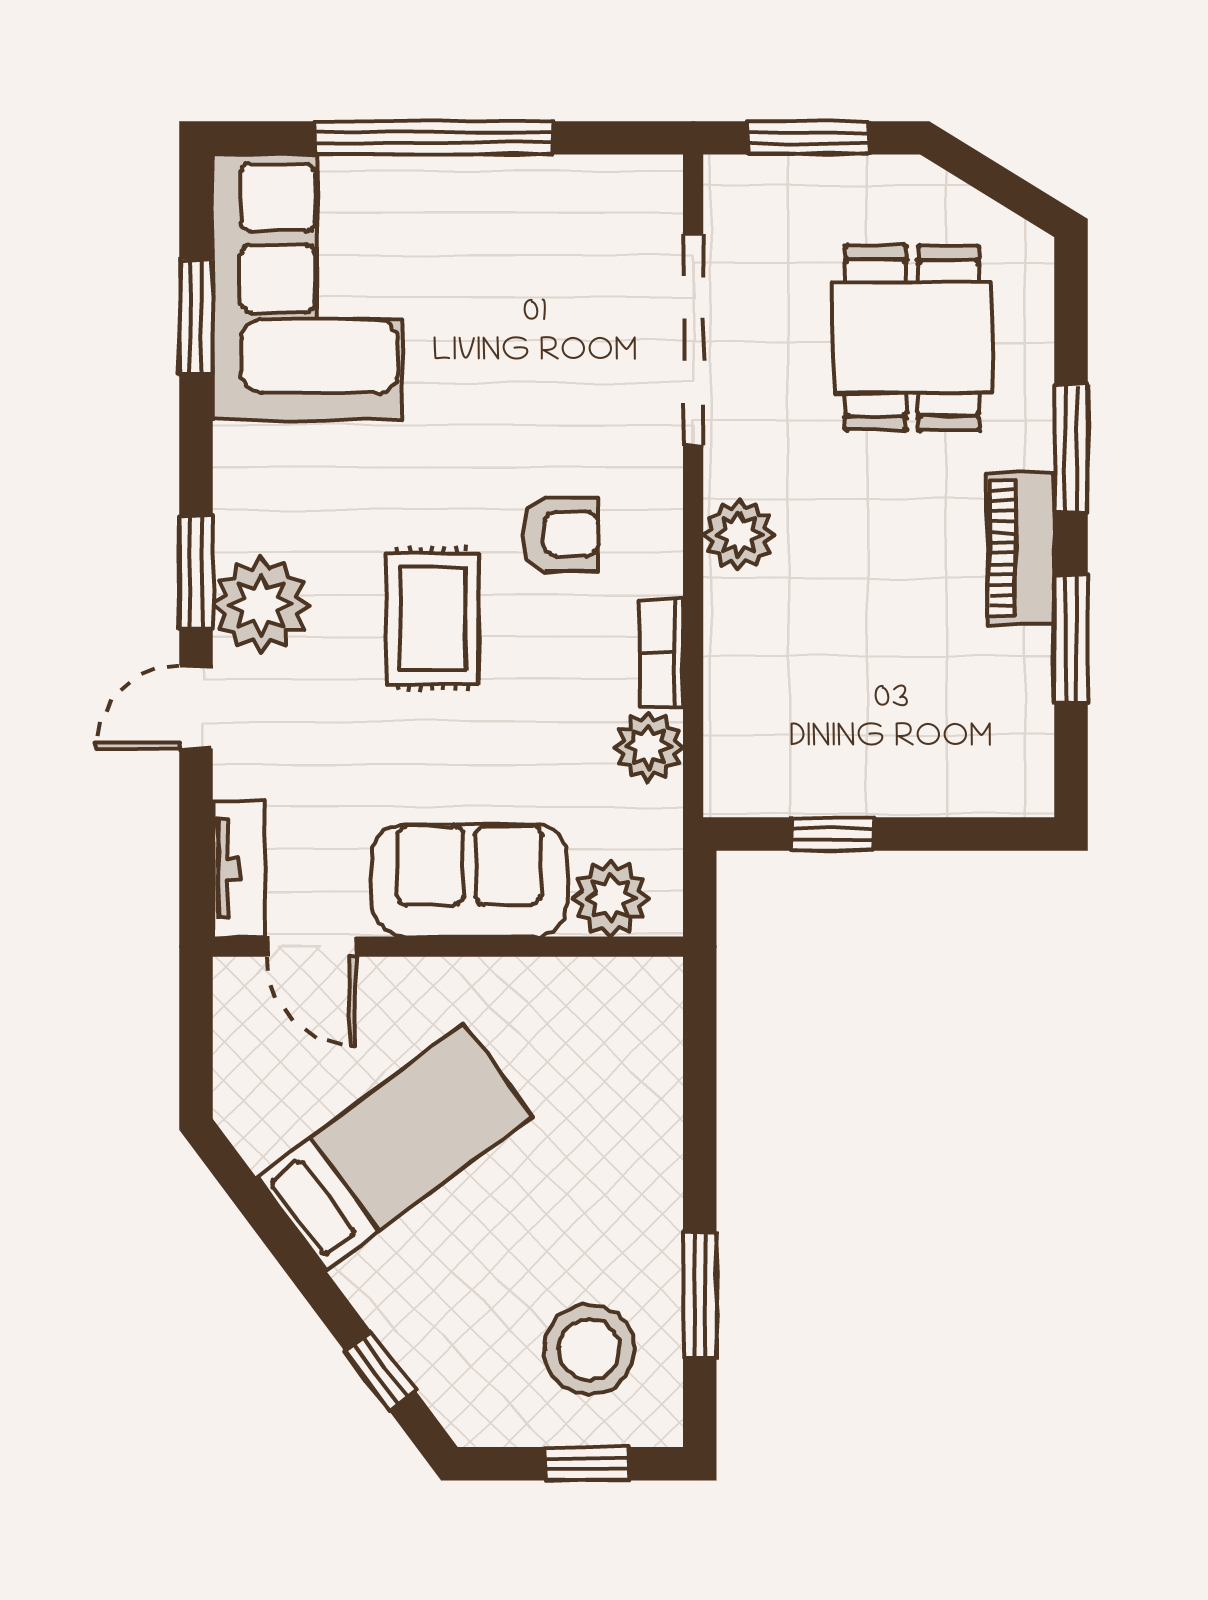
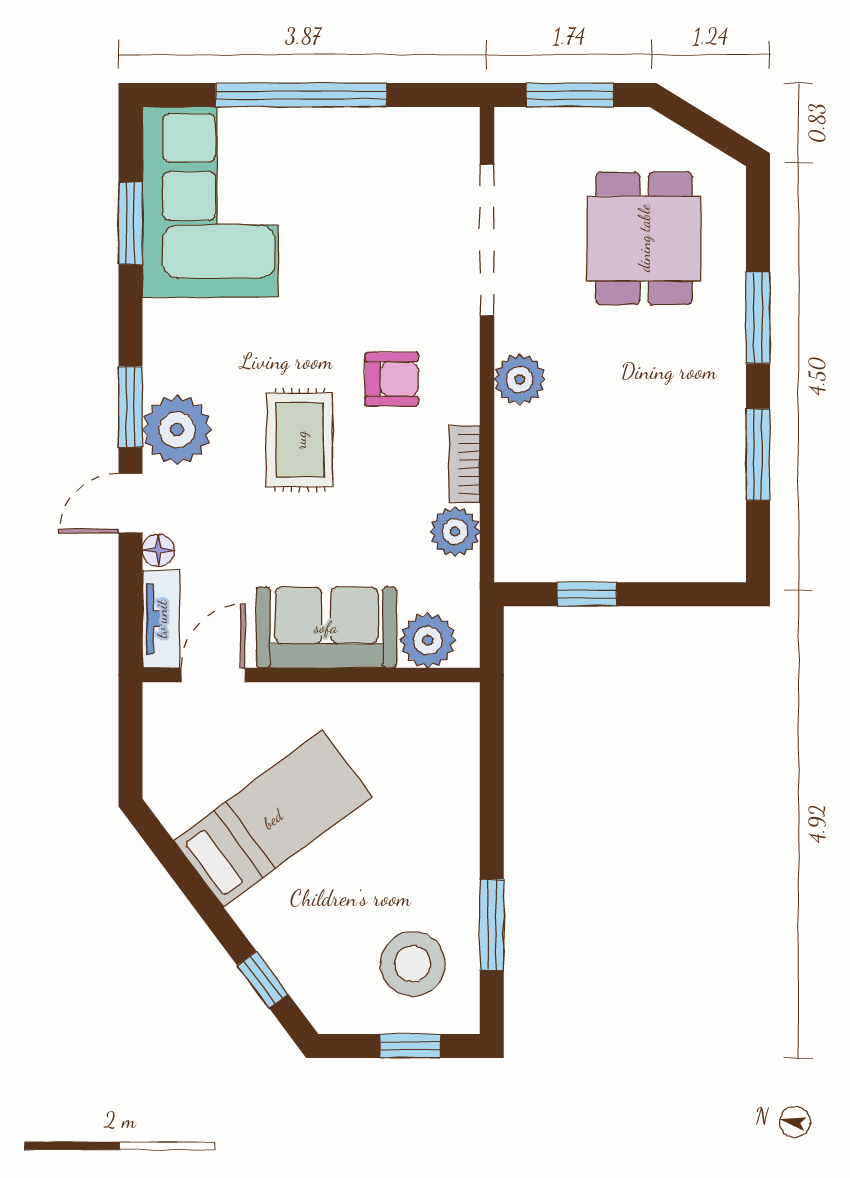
piano: (1021, 548) -> (722, 389), removed
floor lamp: (235, 773) -> (158, 550), added
door: (311, 947) -> (213, 675), swing flipped

